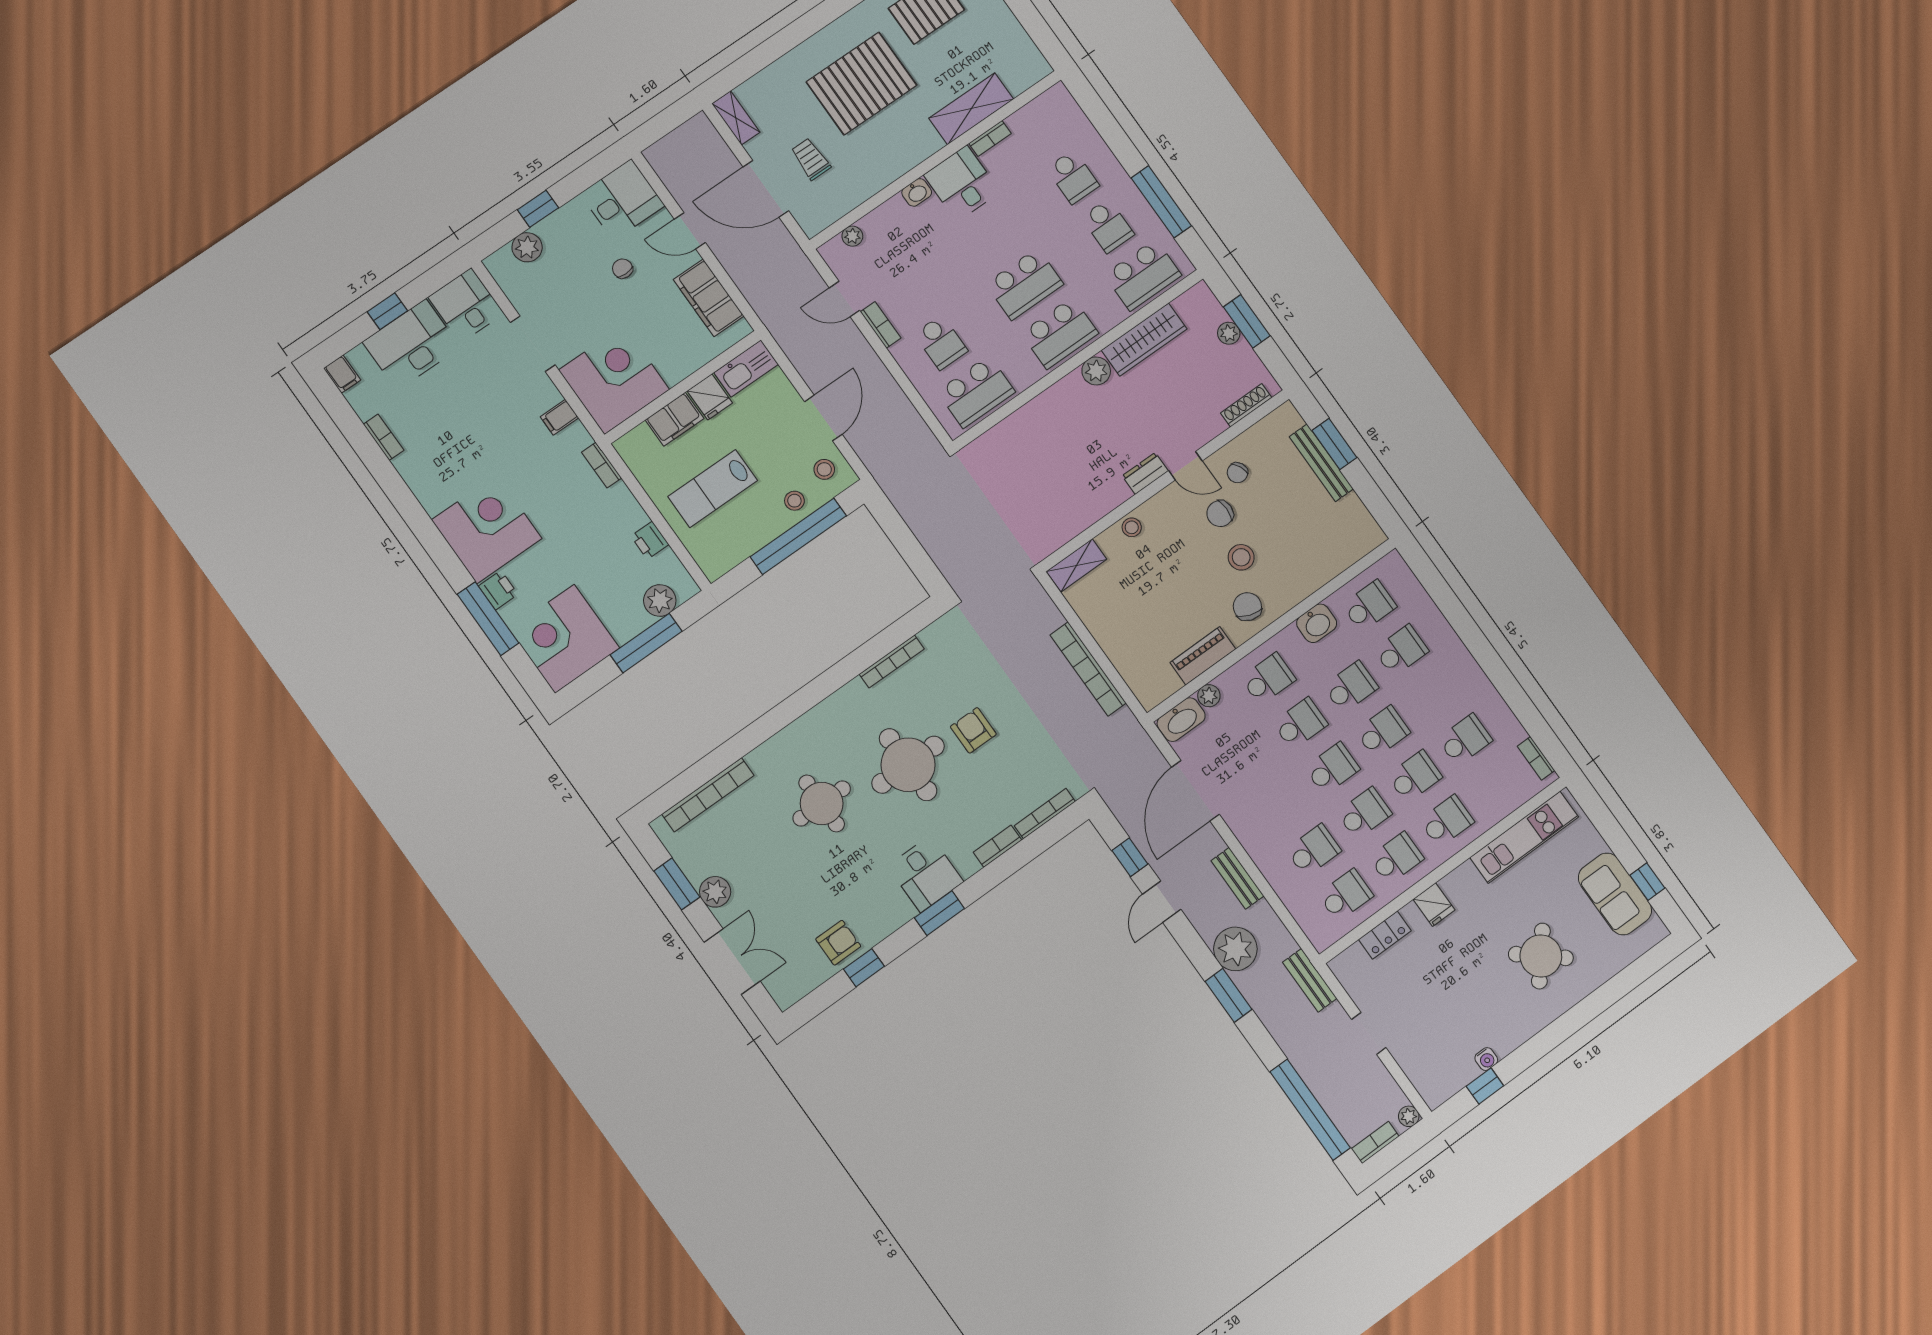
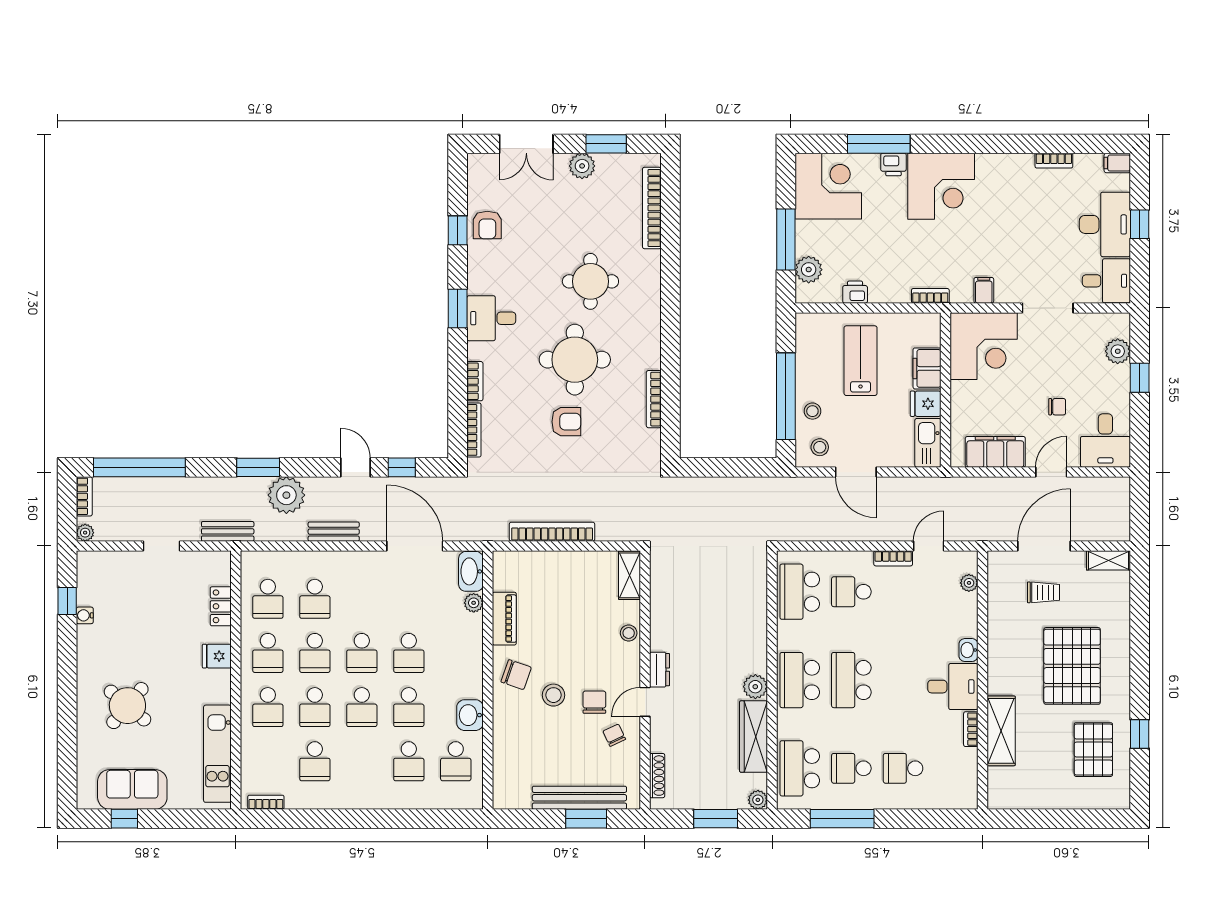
plant: (1229, 333) -> (758, 800), moved
bench: (1321, 463) -> (579, 798), width x1.37, depth x1.21
school desk: (1268, 679) -> (456, 653), removed

